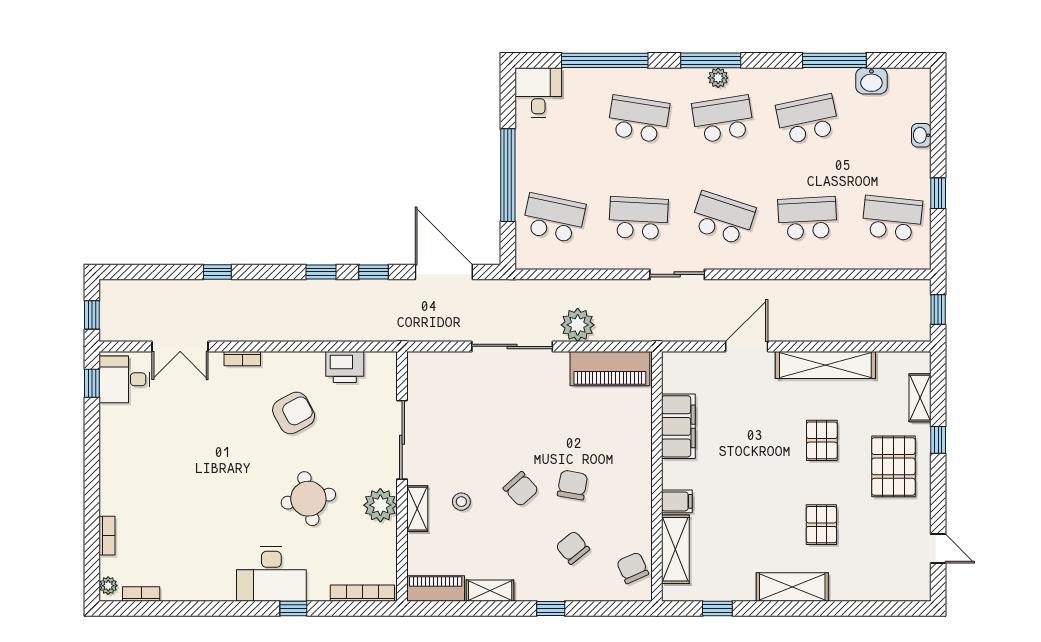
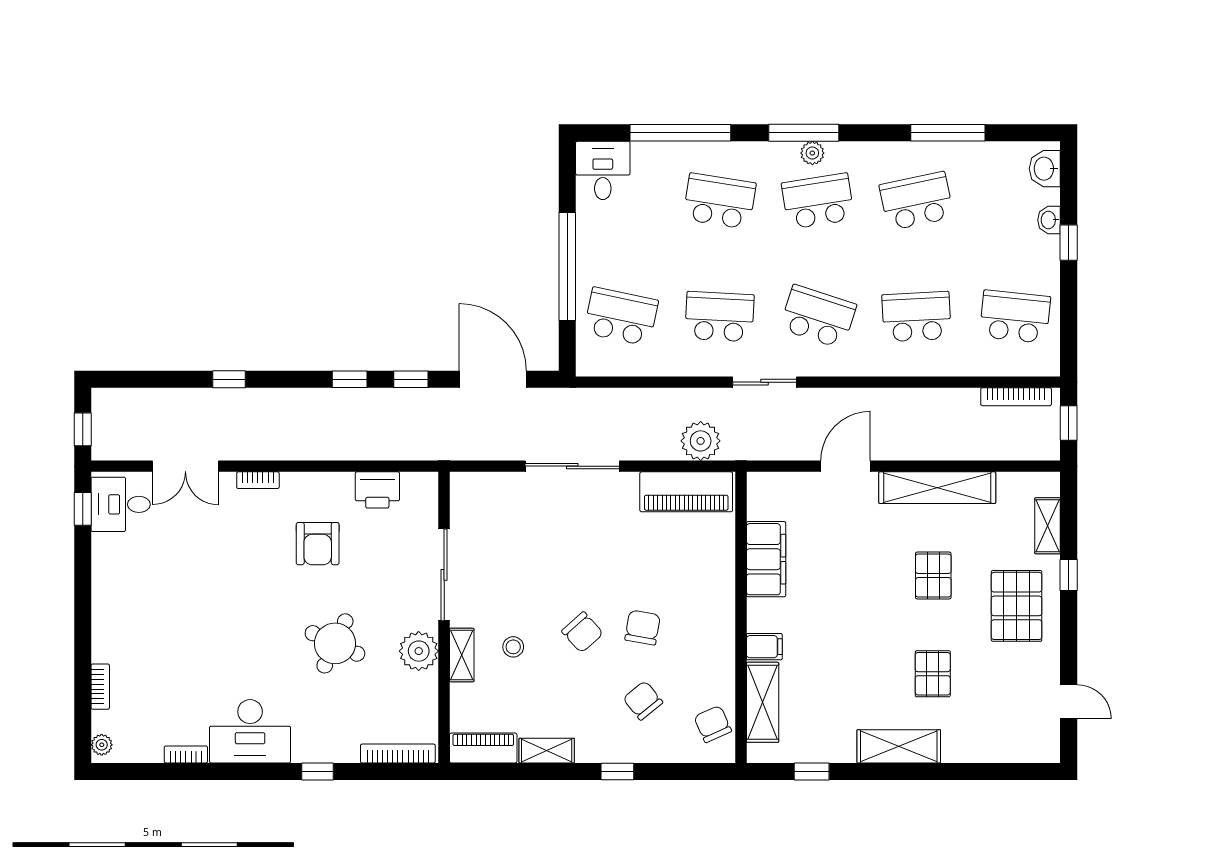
washbasin: (871, 81) -> (1045, 169), moved, turned 90
window: (938, 193) -> (1069, 243), moved
bookcase: (893, 287) -> (1016, 397), added
plant: (578, 325) -> (701, 441), moved
armchair: (294, 413) -> (318, 544), turned 118
round table: (308, 499) -> (335, 643), turned 36
desk: (271, 574) -> (250, 731), moved
bookcase: (141, 594) -> (186, 754), moved

